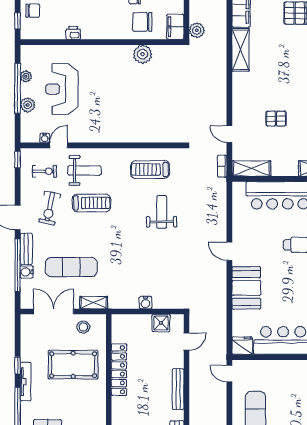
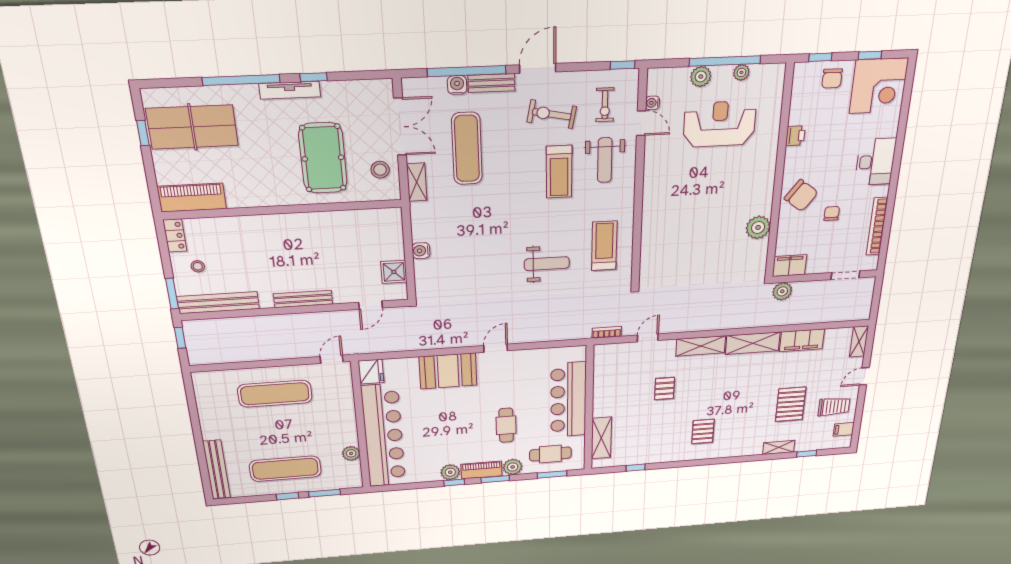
chair: (142, 22) -> (801, 195), moved, turned 127
shelving: (251, 168) -> (701, 346), moved, turned 90
door: (186, 342) -> (371, 305), hinge flipped
locker: (119, 370) -> (322, 221), removed

